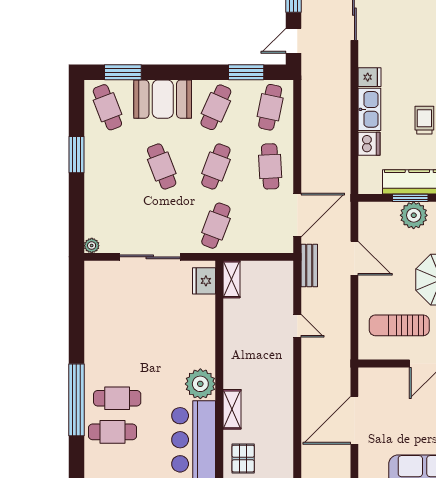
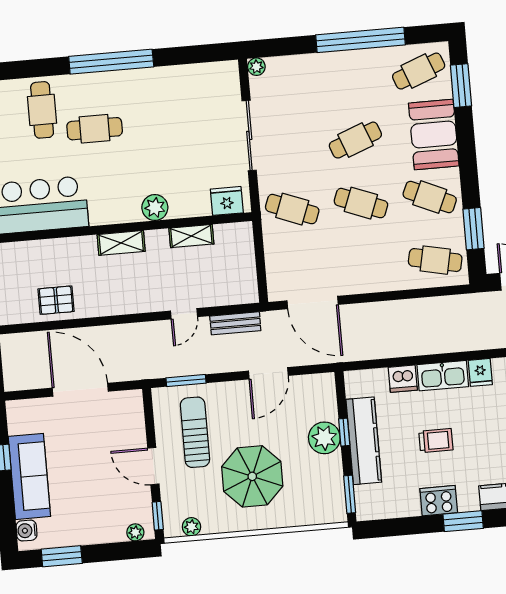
window: (76, 155) -> (361, 40), width x2.11
cafe table: (270, 166) -> (366, 266), removed
window: (410, 198) -> (344, 432), width x0.67
bench: (309, 266) -> (235, 323), moved
shelving: (231, 279) -> (191, 236), moved
window: (354, 329) -> (186, 380), added
plant: (200, 384) -> (155, 208), moved, width x0.73, depth x0.73
cafe table: (117, 398) -> (95, 129), moved, turned 90
window: (76, 400) -> (111, 62), moved
shelving: (232, 409) -> (121, 243), moved
pallet: (243, 459) -> (56, 300), moved

